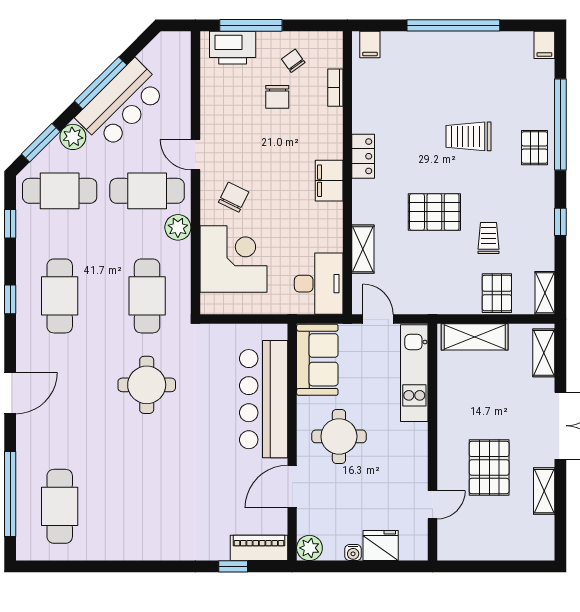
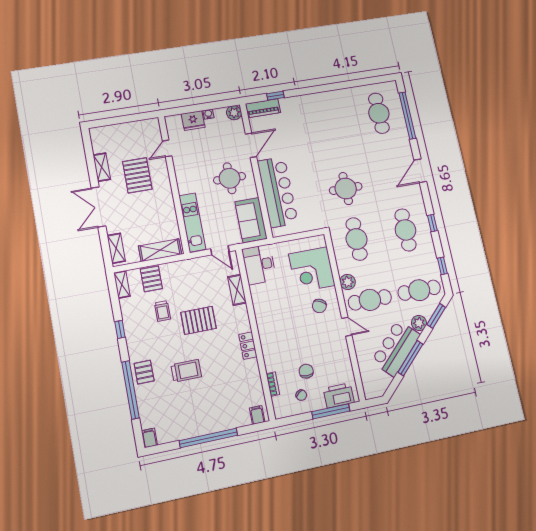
filing cabinet: (329, 181) -> (265, 327), removed

